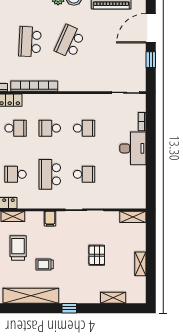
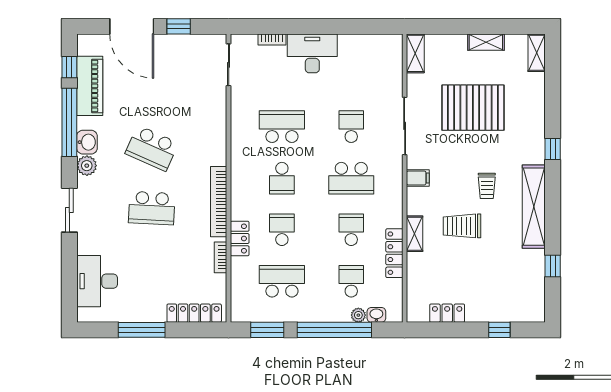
school desk: (84, 128) -> (282, 127), width x1.85
school desk: (16, 174) -> (351, 230), turned 180
pallet: (97, 255) -> (473, 108), width x2.05, depth x2.00
shelving: (113, 298) -> (537, 53), moved

